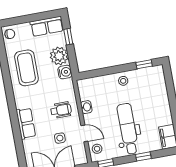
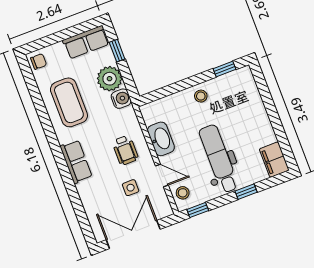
washbasin: (86, 107) -> (161, 139), width x1.91, depth x1.45
wheelchair: (61, 110) -> (125, 150), turned 90
row of seats: (26, 123) -> (76, 162), moved

